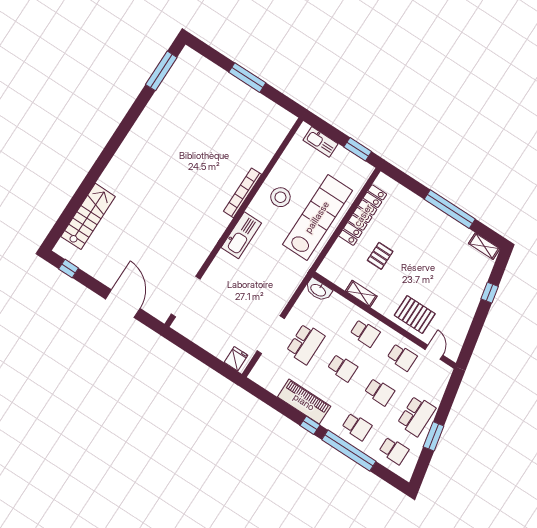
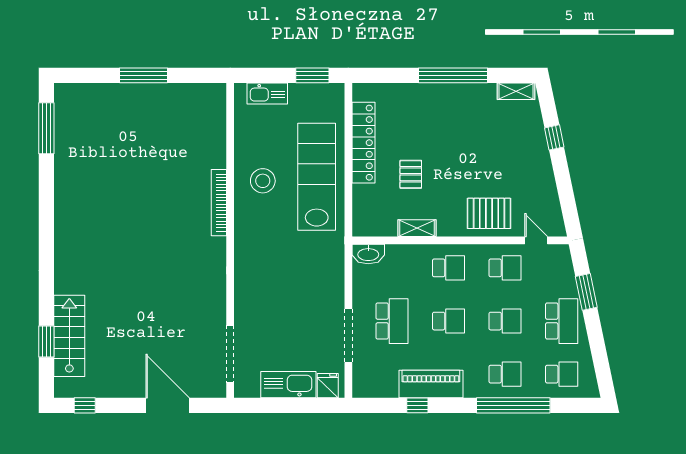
window: (71, 210) -> (46, 342), added
kitchen sink: (241, 235) -> (288, 385), moved, turned -90
window: (310, 425) -> (417, 405), moved
window: (434, 436) -> (586, 292), moved

